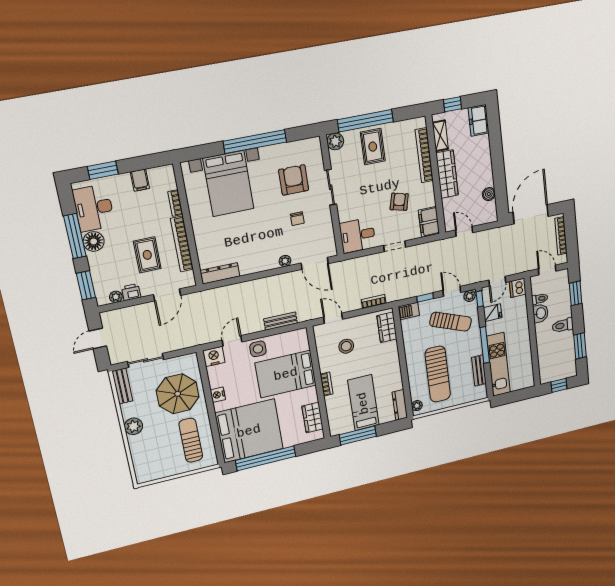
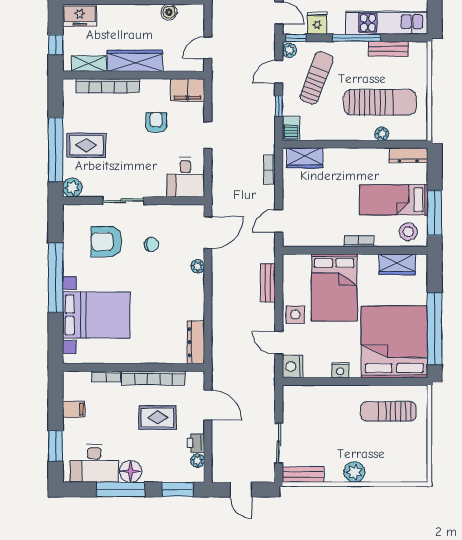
armchair: (399, 202) -> (156, 123), turned 76
stool: (346, 346) -> (408, 232), moved
parasol: (178, 394) -> (327, 415), removed
plant: (417, 406) -> (382, 134), moved

